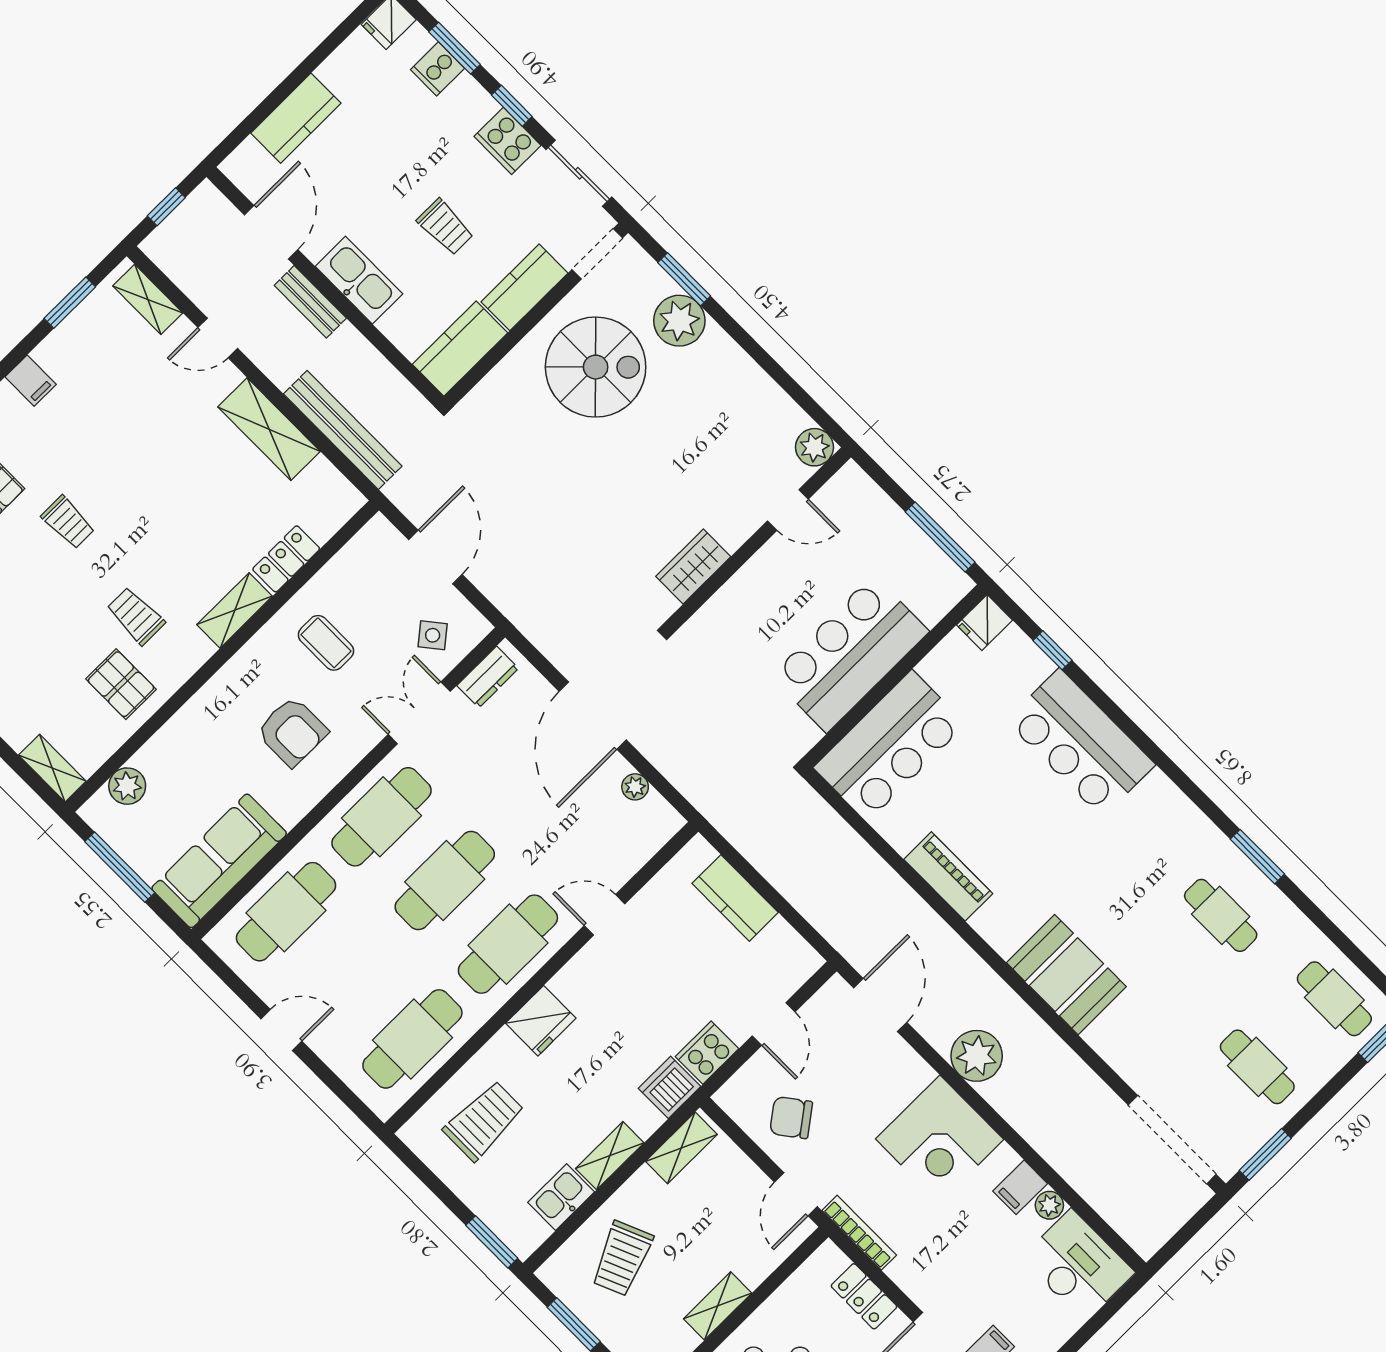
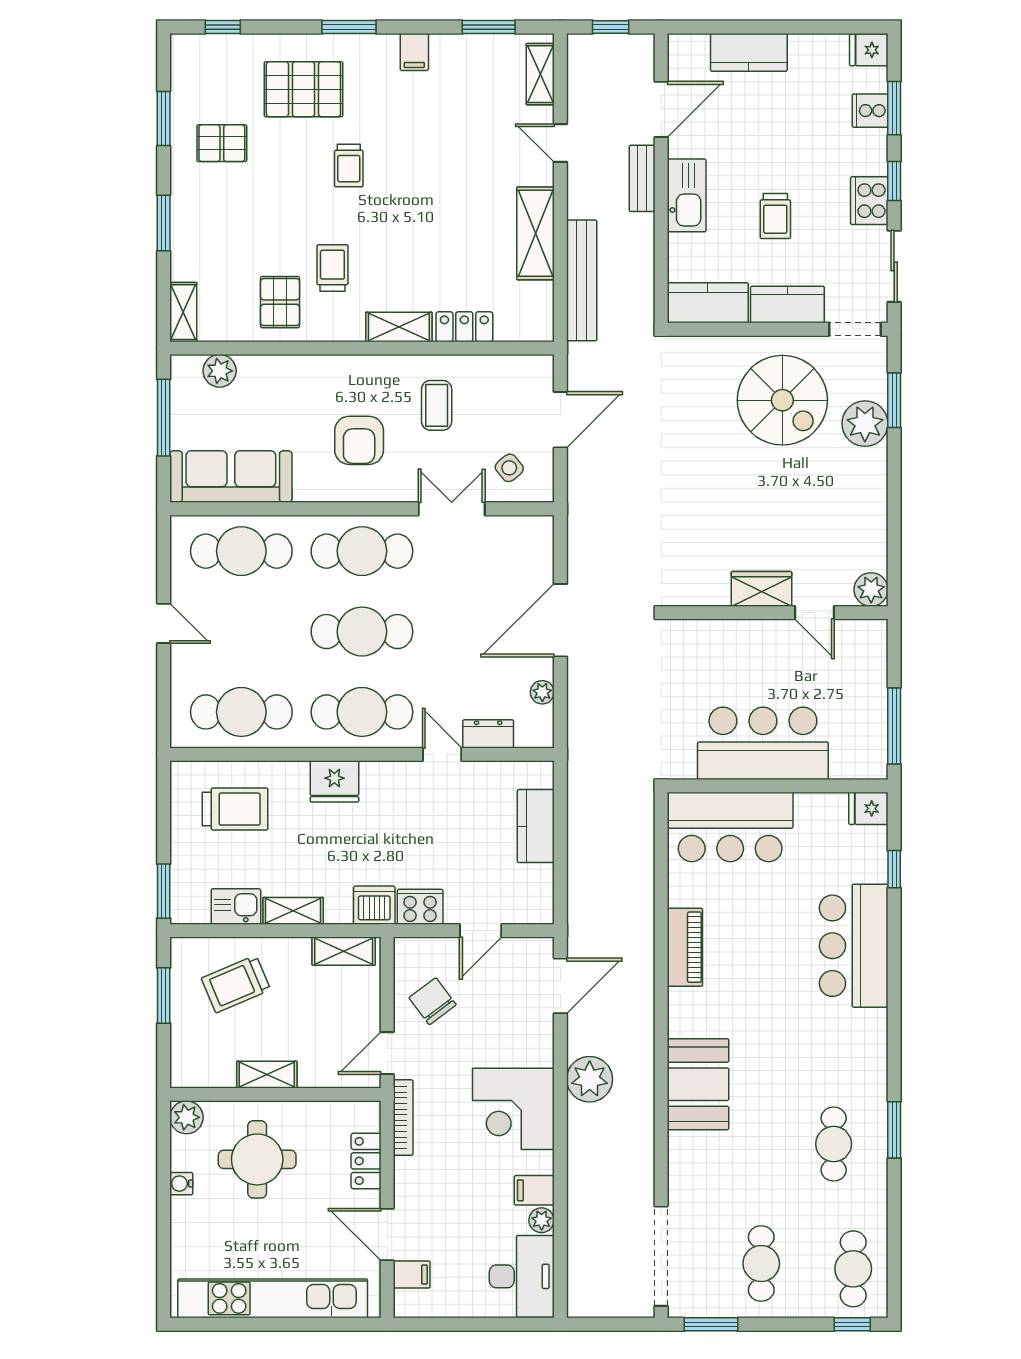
wardrobe: (693, 566) -> (761, 589), moved
dresser: (488, 677) -> (488, 734), moved, turned 180

